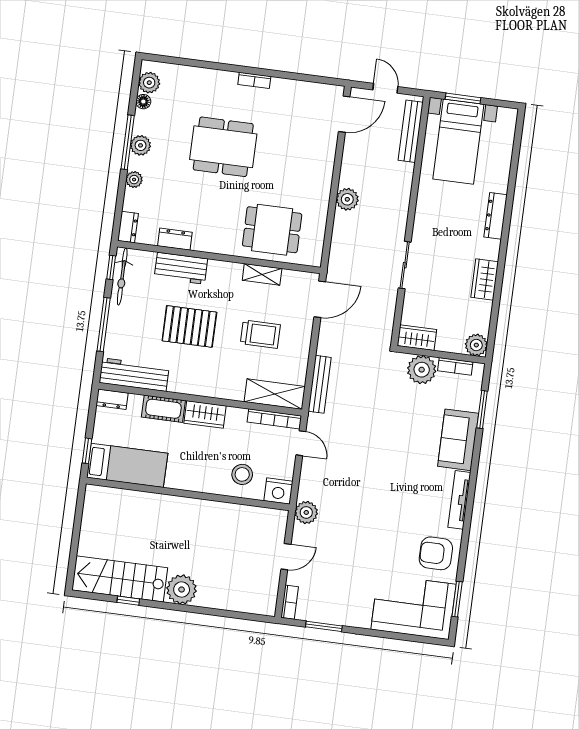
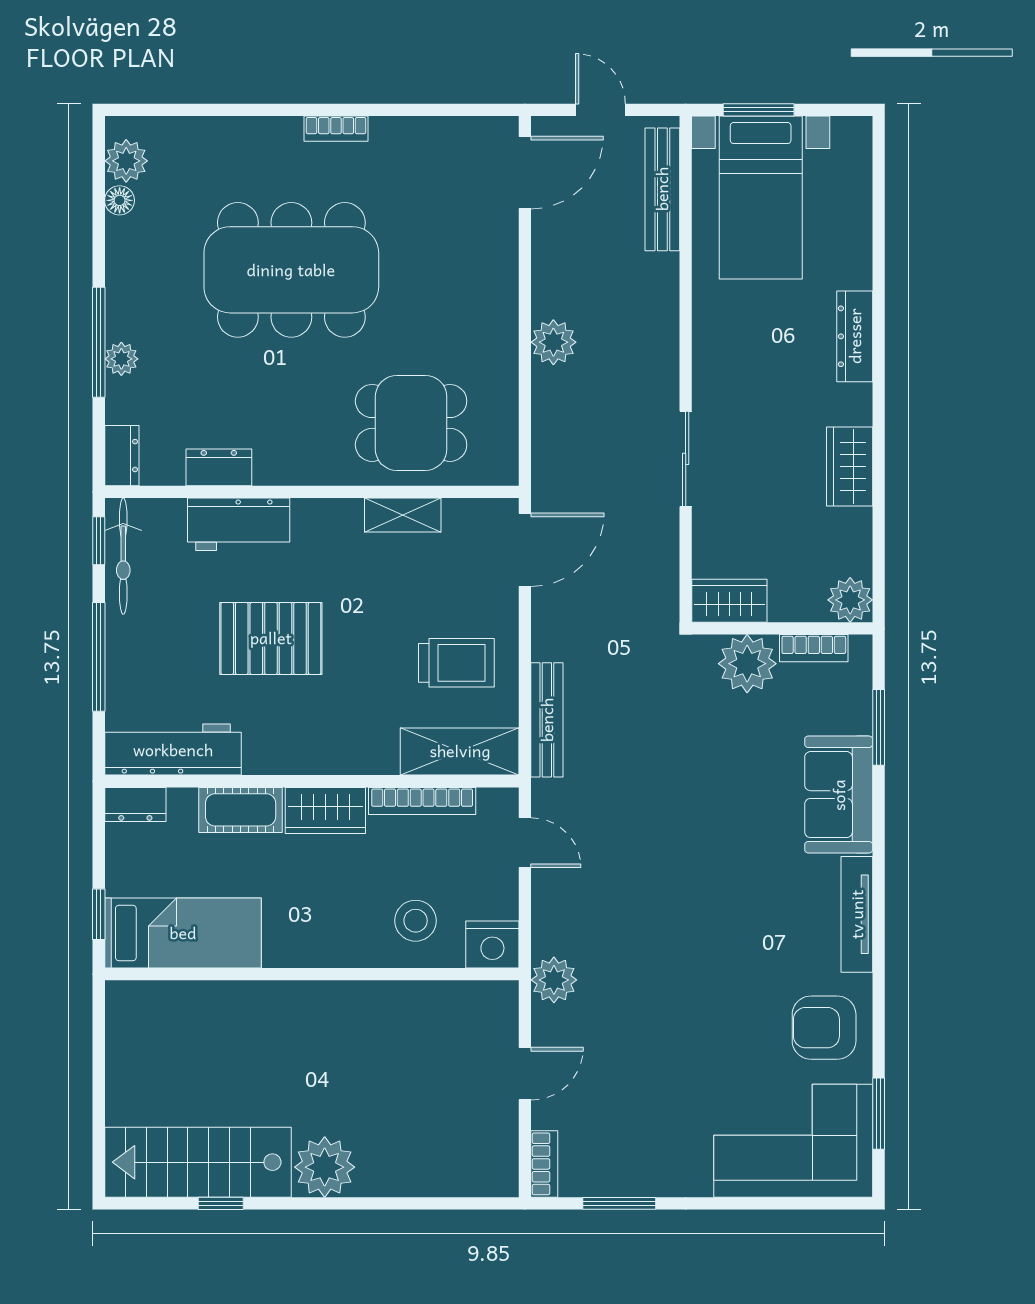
window: (128, 142) -> (99, 342), moved
plant: (141, 145) -> (125, 289), removed
dining table: (223, 147) -> (291, 270), width x1.36, depth x1.24
trolley: (260, 334) -> (456, 663), moved
bookcase: (274, 419) -> (422, 801), moved

